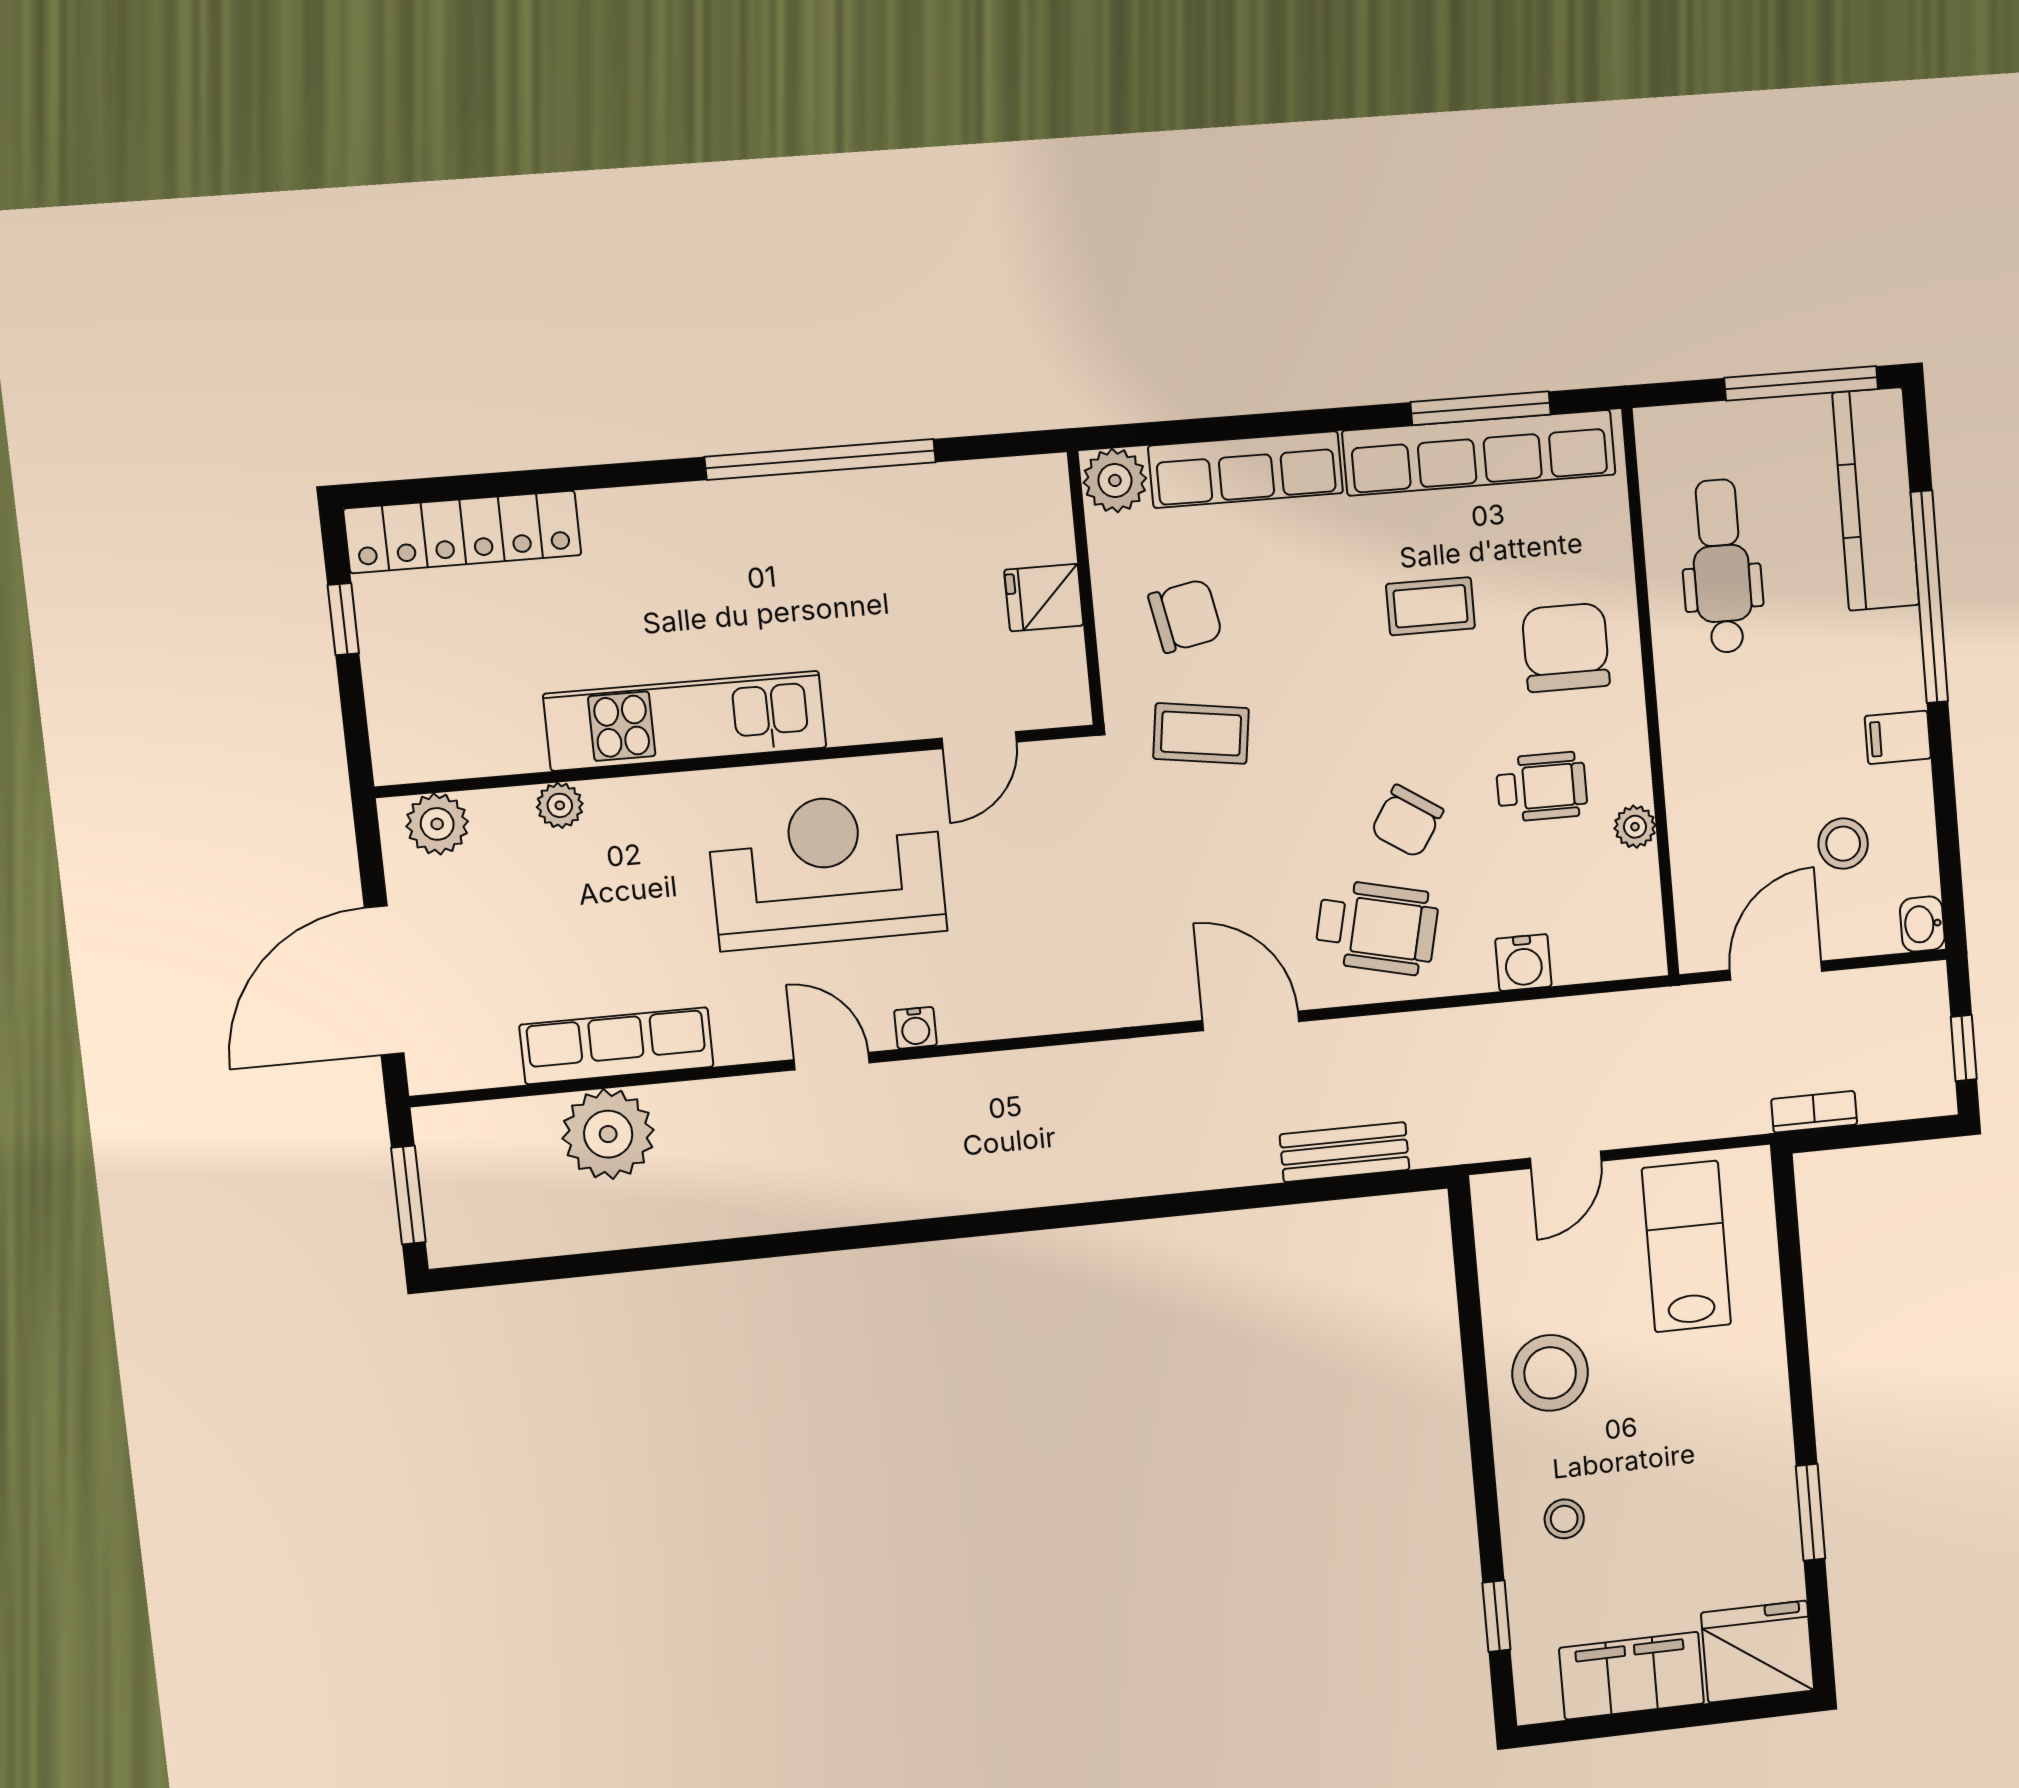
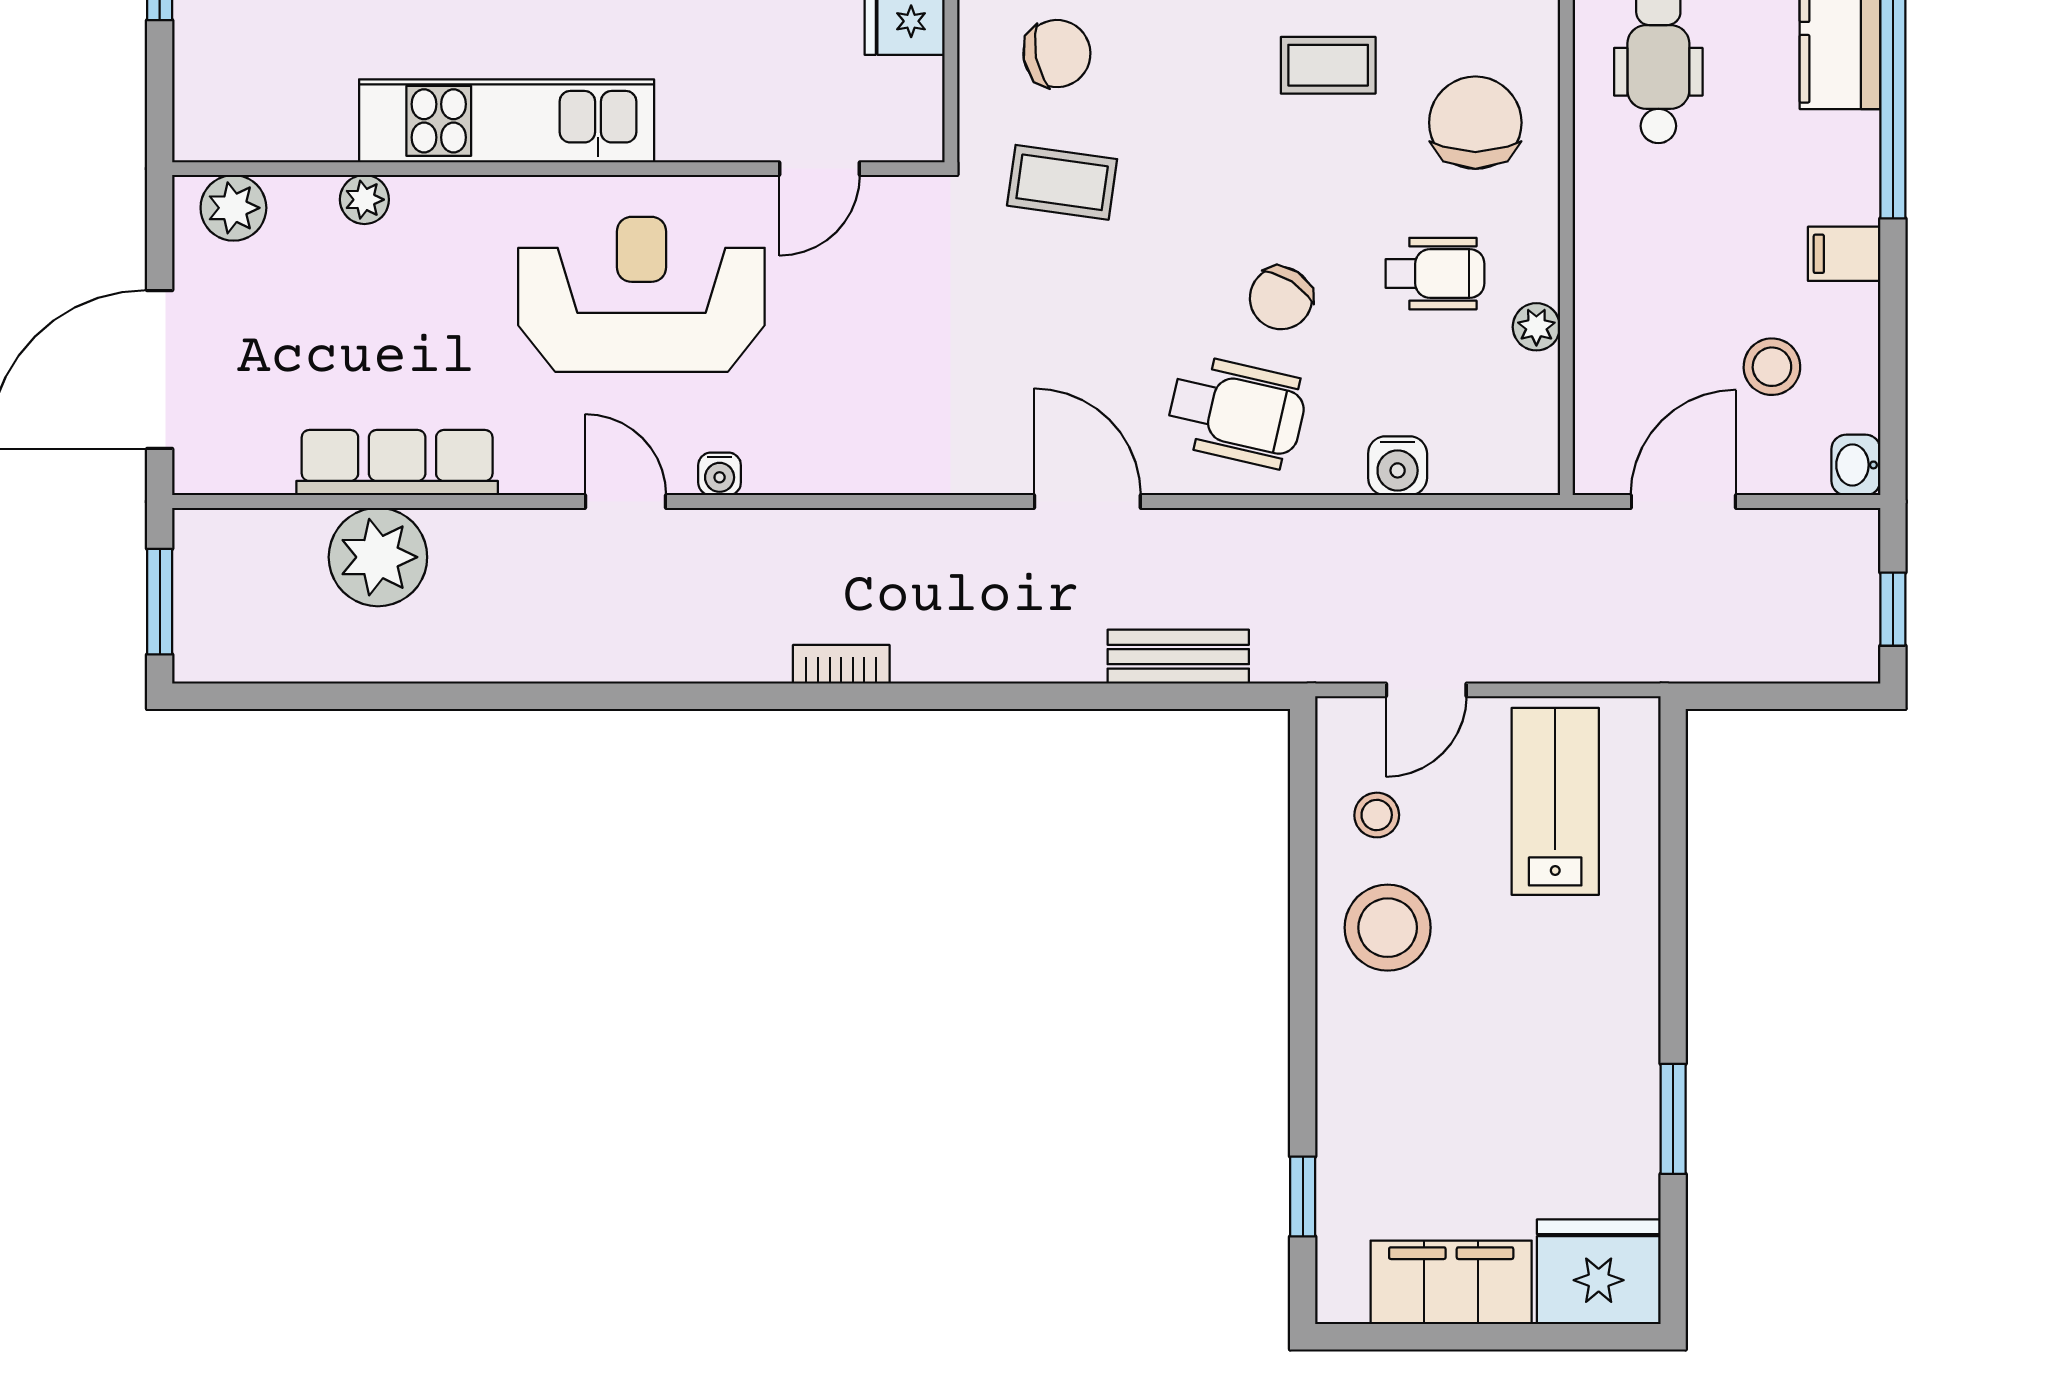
bookcase: (1814, 1112) -> (841, 664), moved
stool: (1564, 1519) -> (1377, 815), moved

